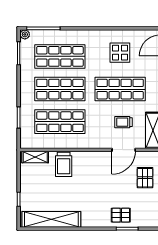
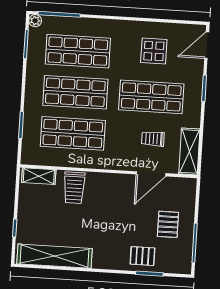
pallet: (145, 178) -> (168, 224), moved

